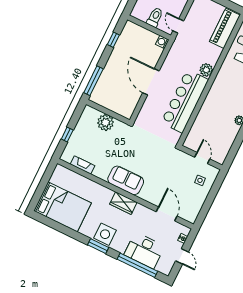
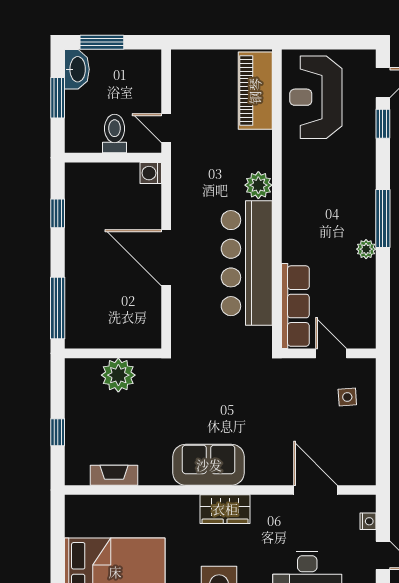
row of seats: (197, 130) -> (295, 306), added

